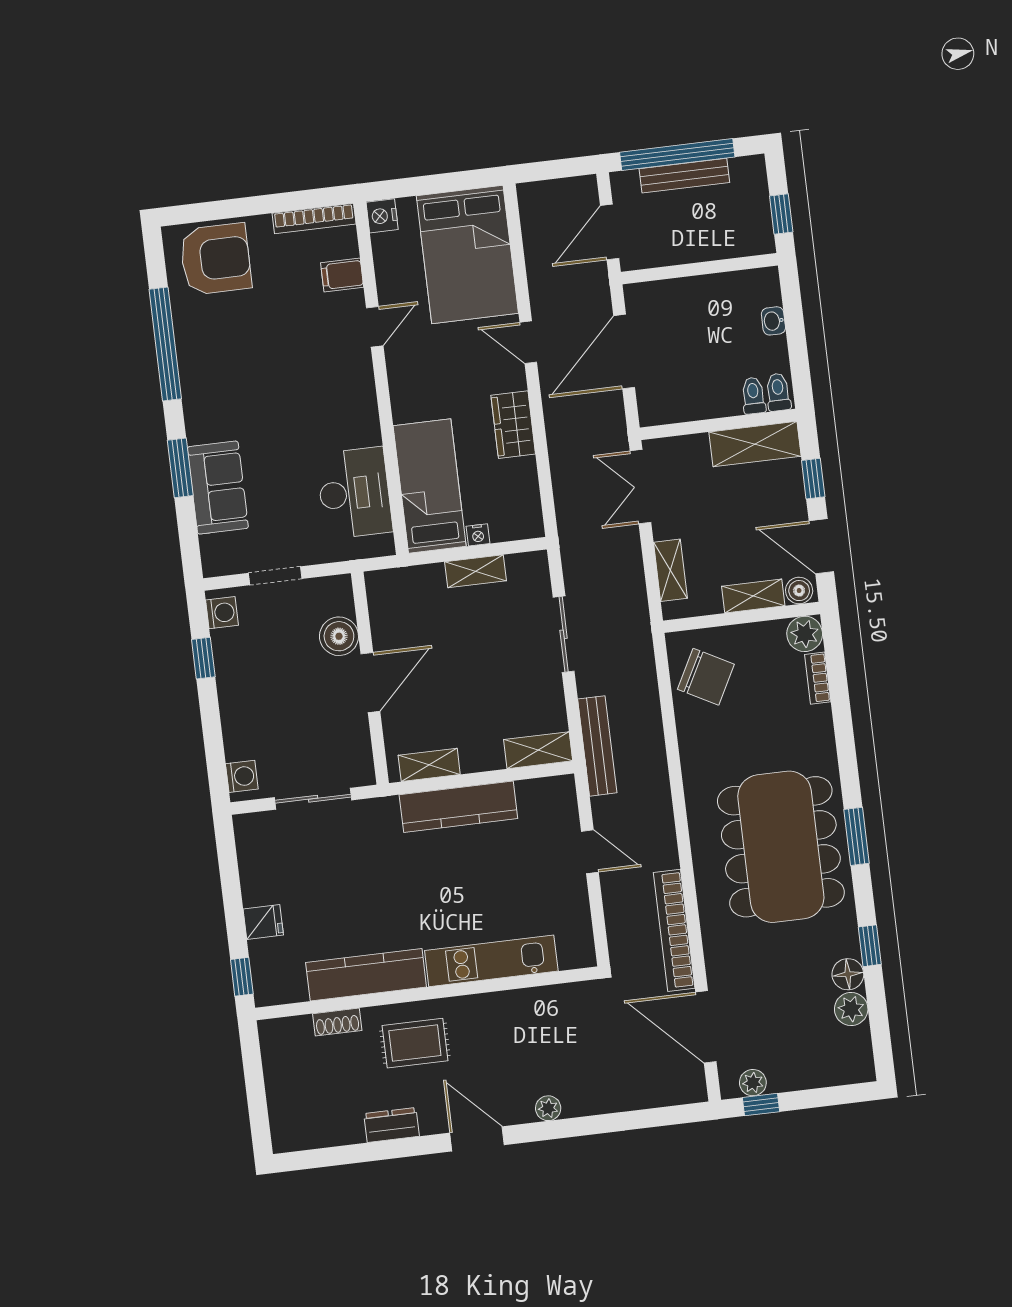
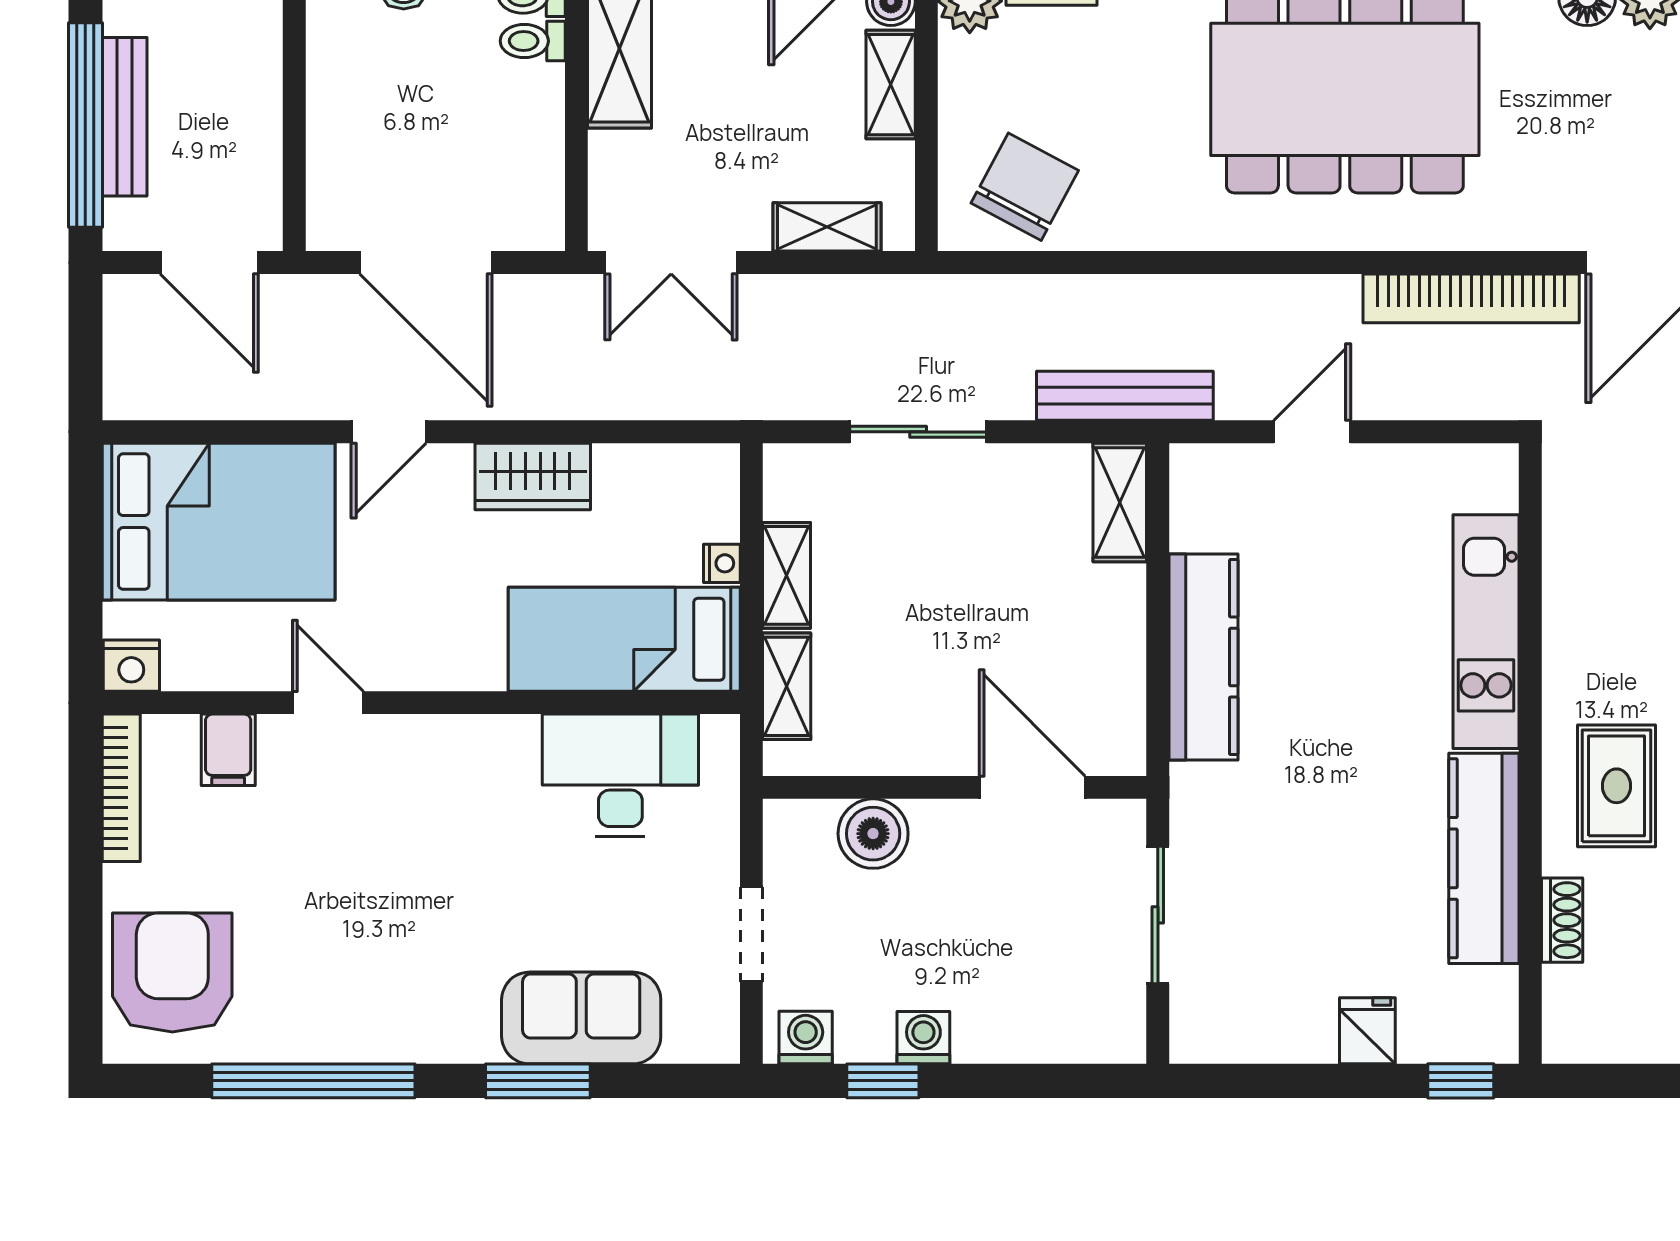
door: (370, 682) -> (1032, 787), moved
shelving: (429, 765) -> (787, 686), moved
washing machine: (242, 776) -> (923, 1038), moved

